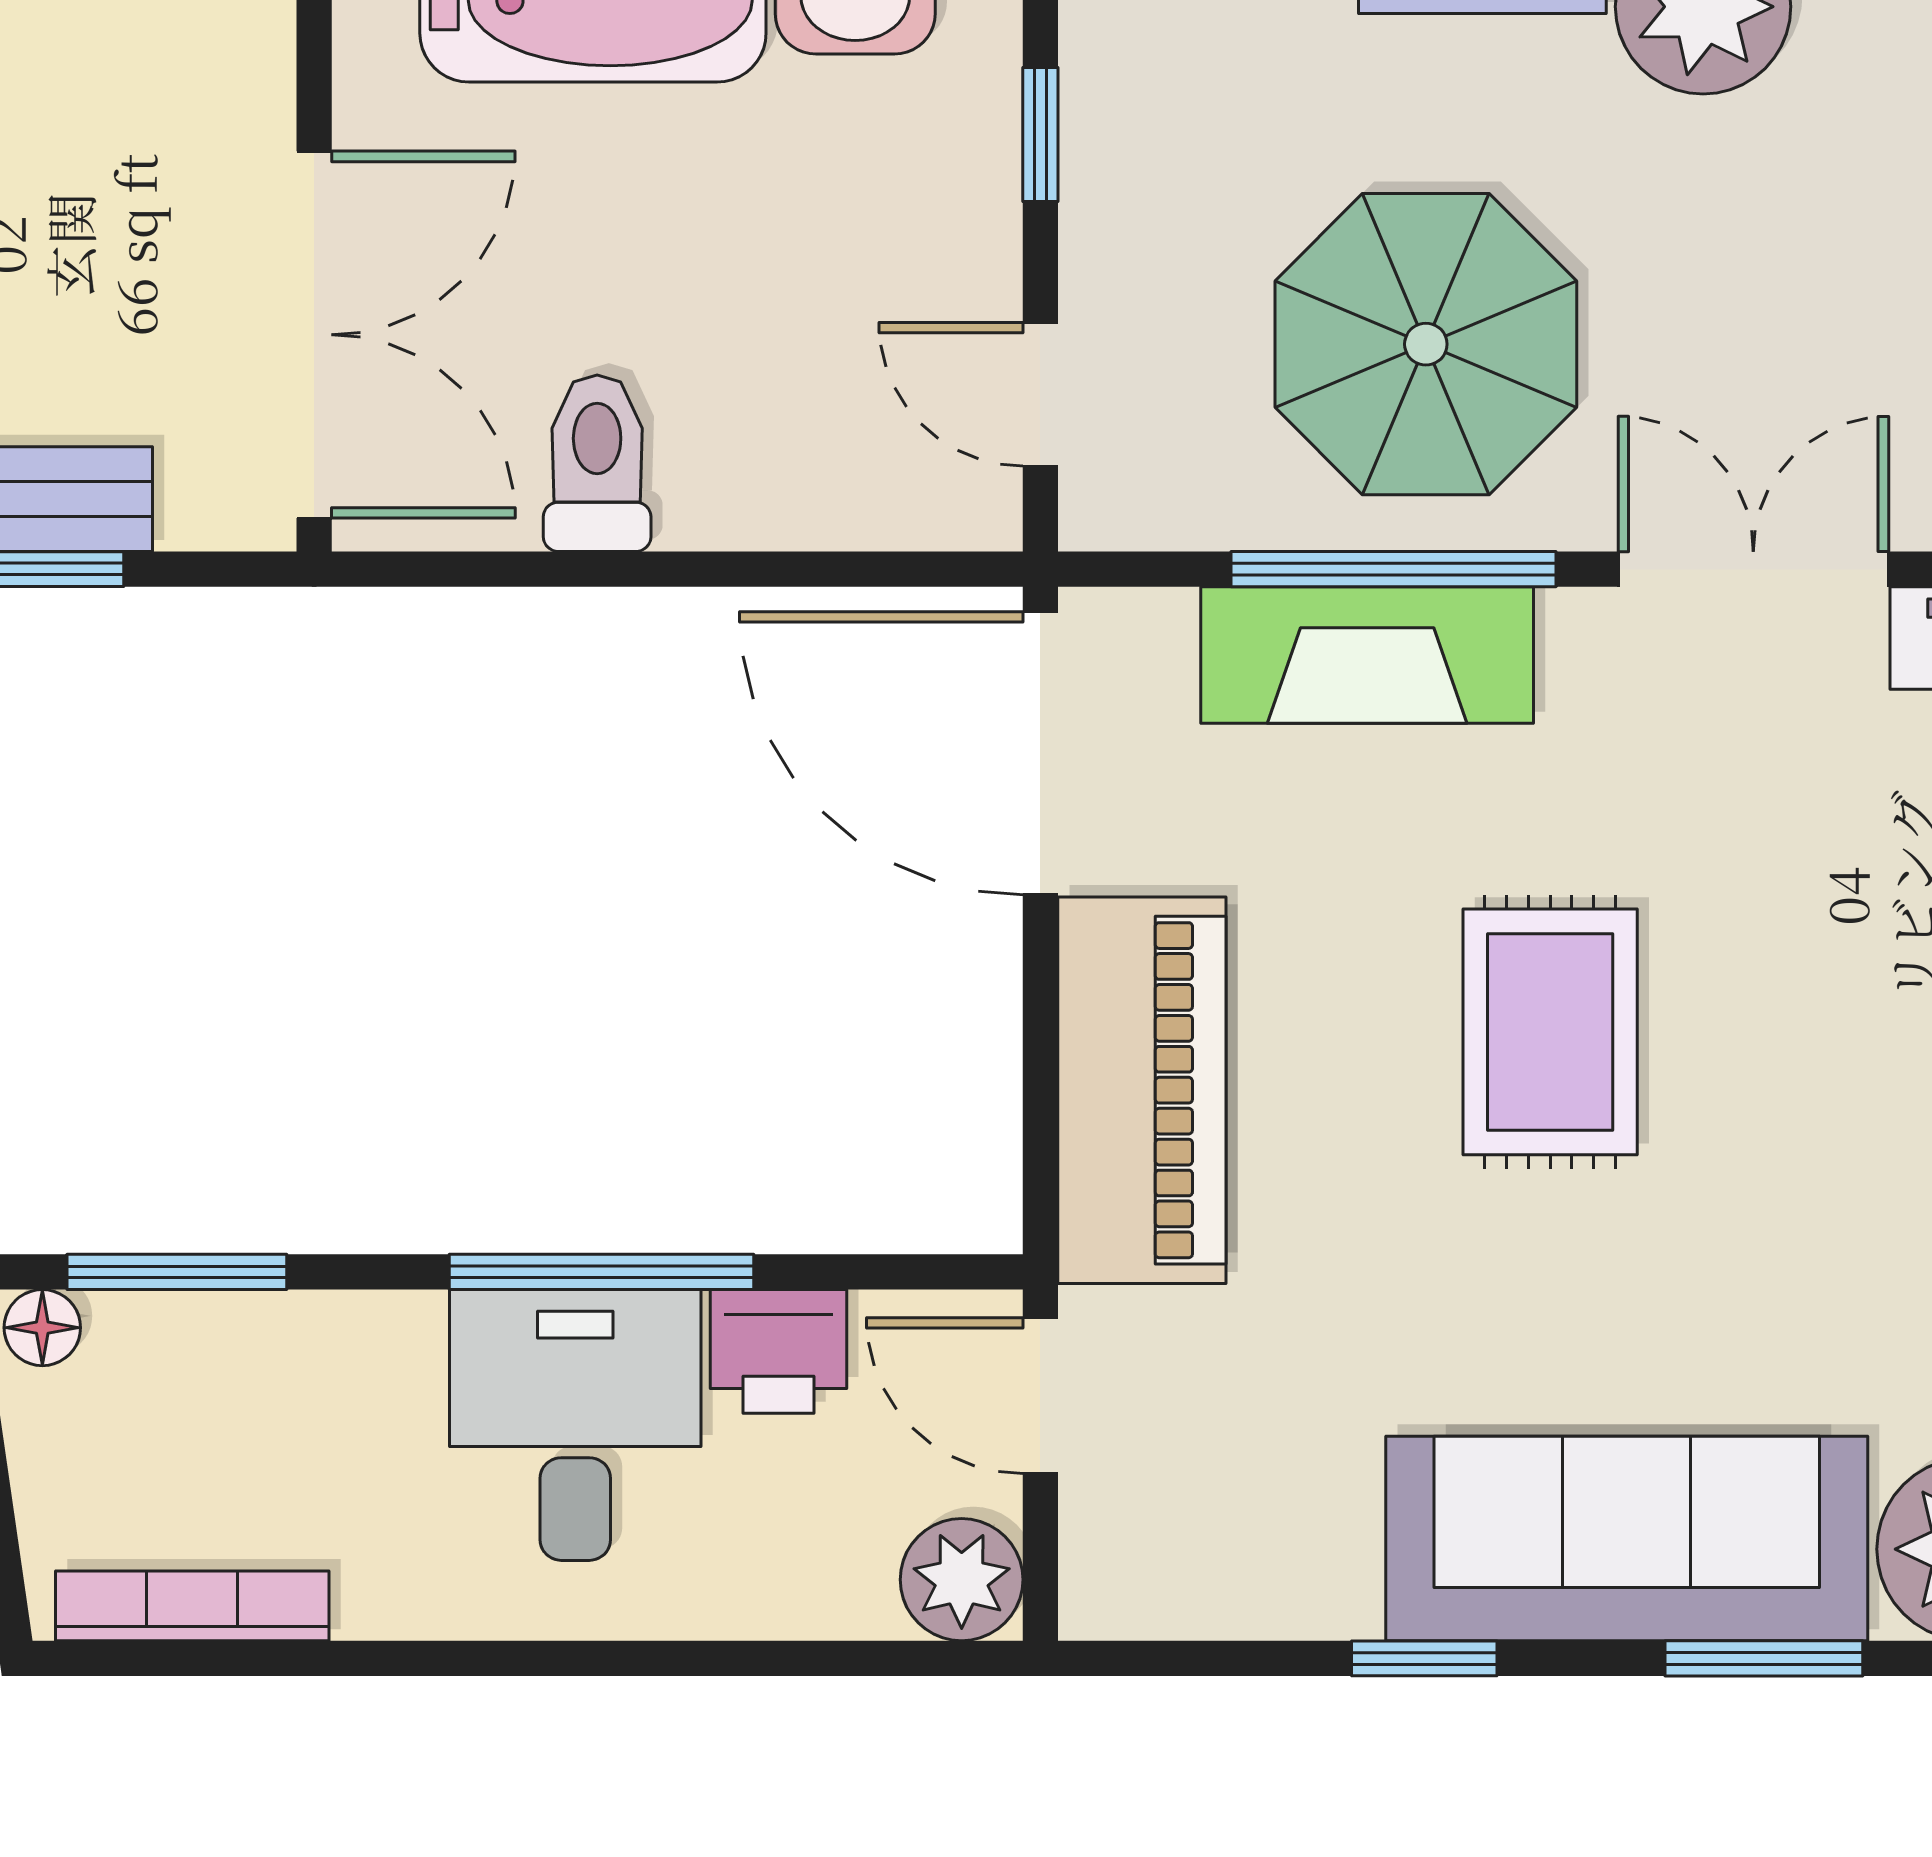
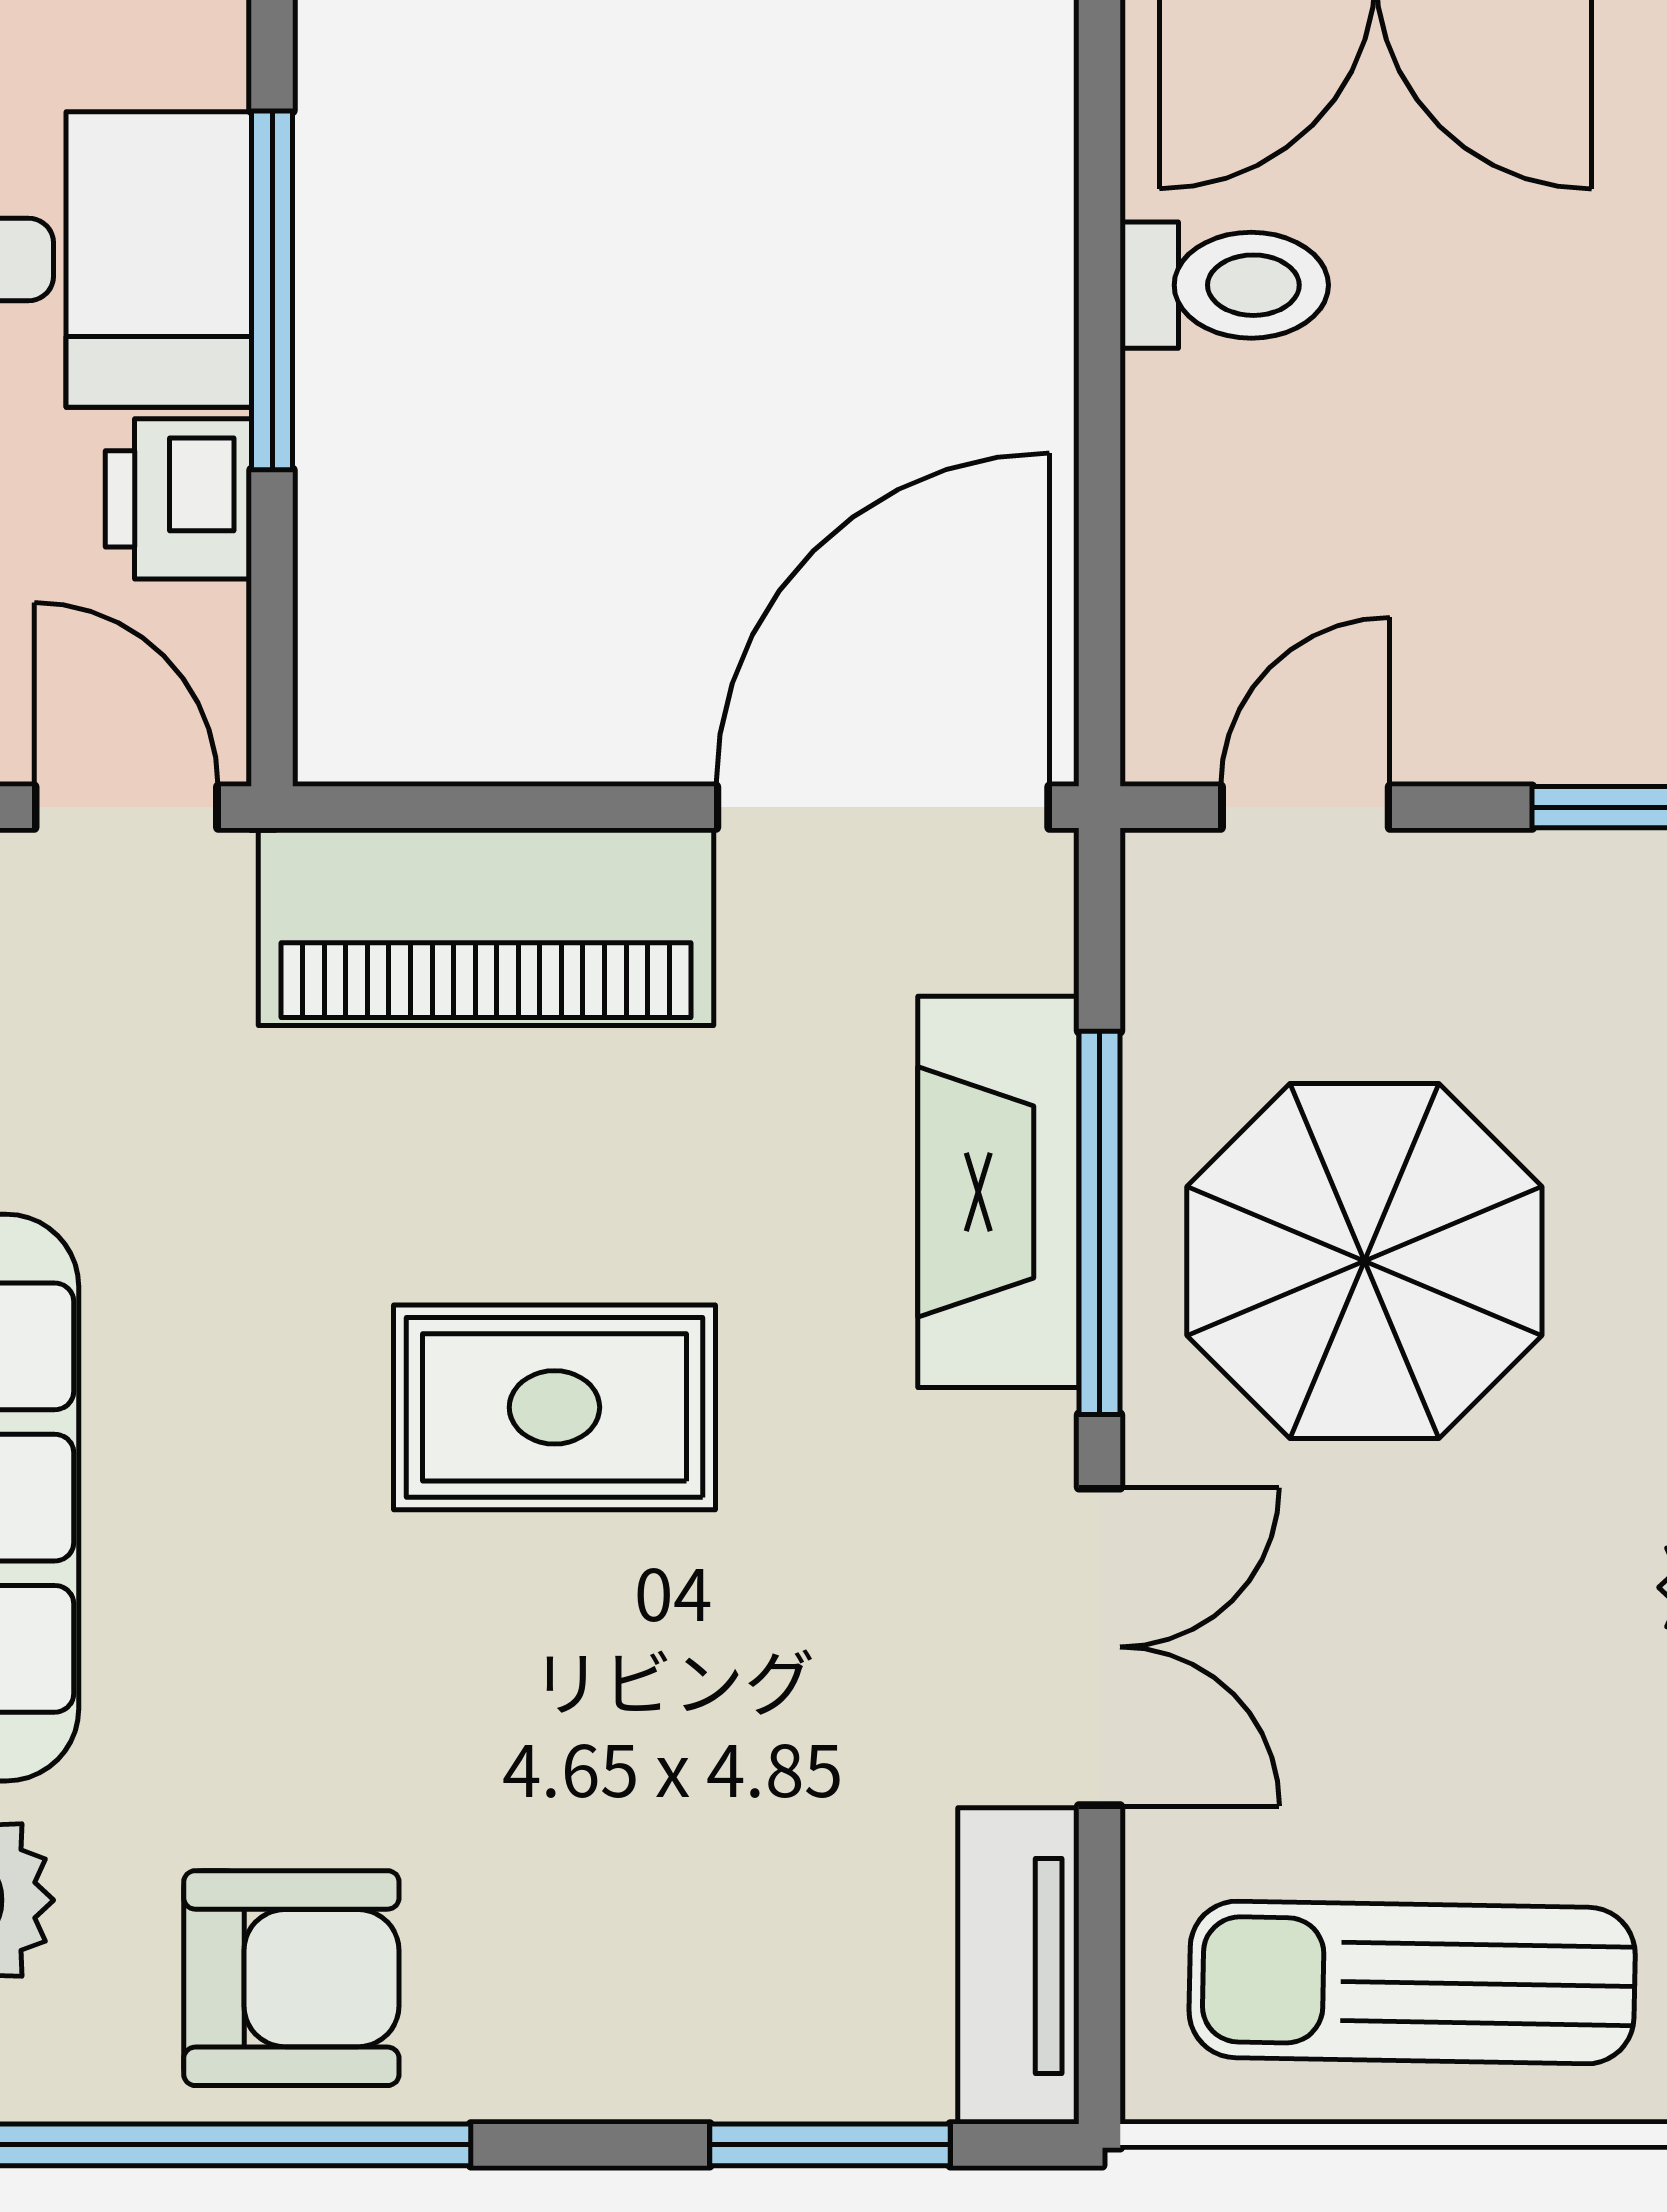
door: (1040, 1396) -> (126, 807), hinge flipped

